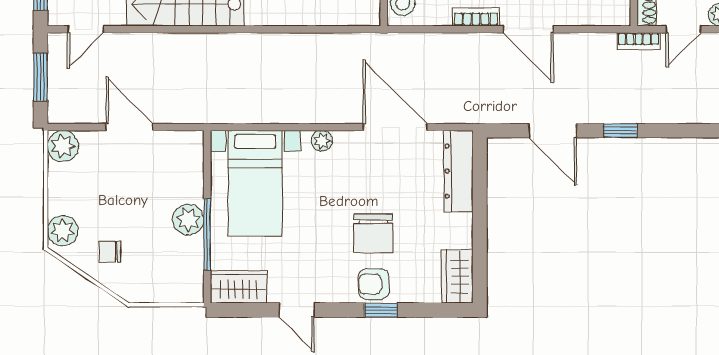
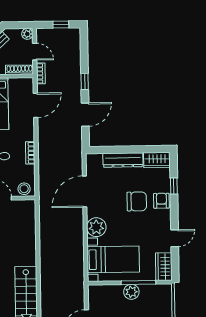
door: (528, 29) -> (36, 105), moved
plant: (322, 141) -> (96, 227), width x1.88, depth x1.88
dresser: (458, 171) -> (123, 160), moved
armchair: (374, 284) -> (161, 201), turned 180
window: (381, 310) -> (174, 186), moved

